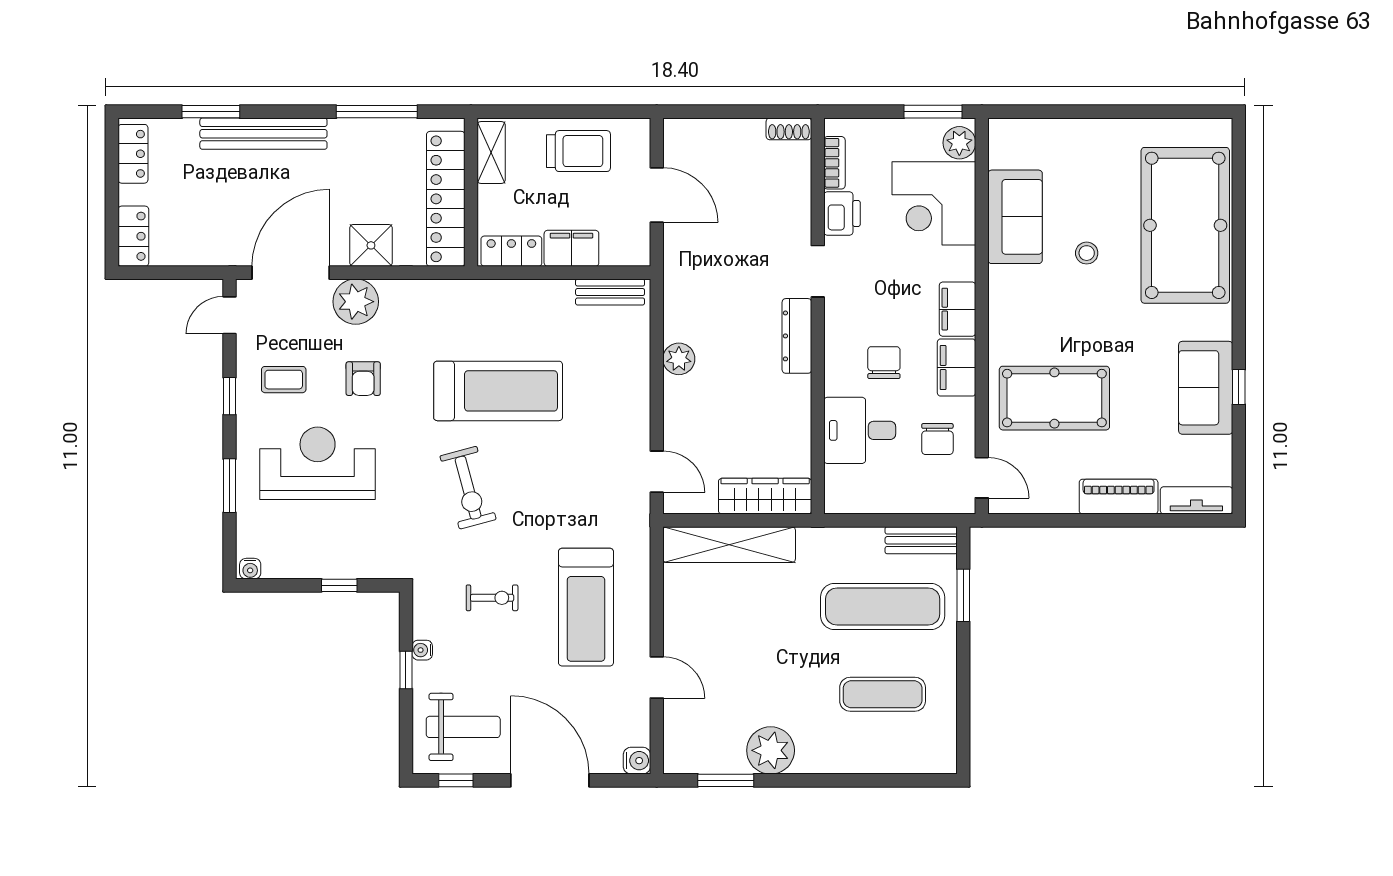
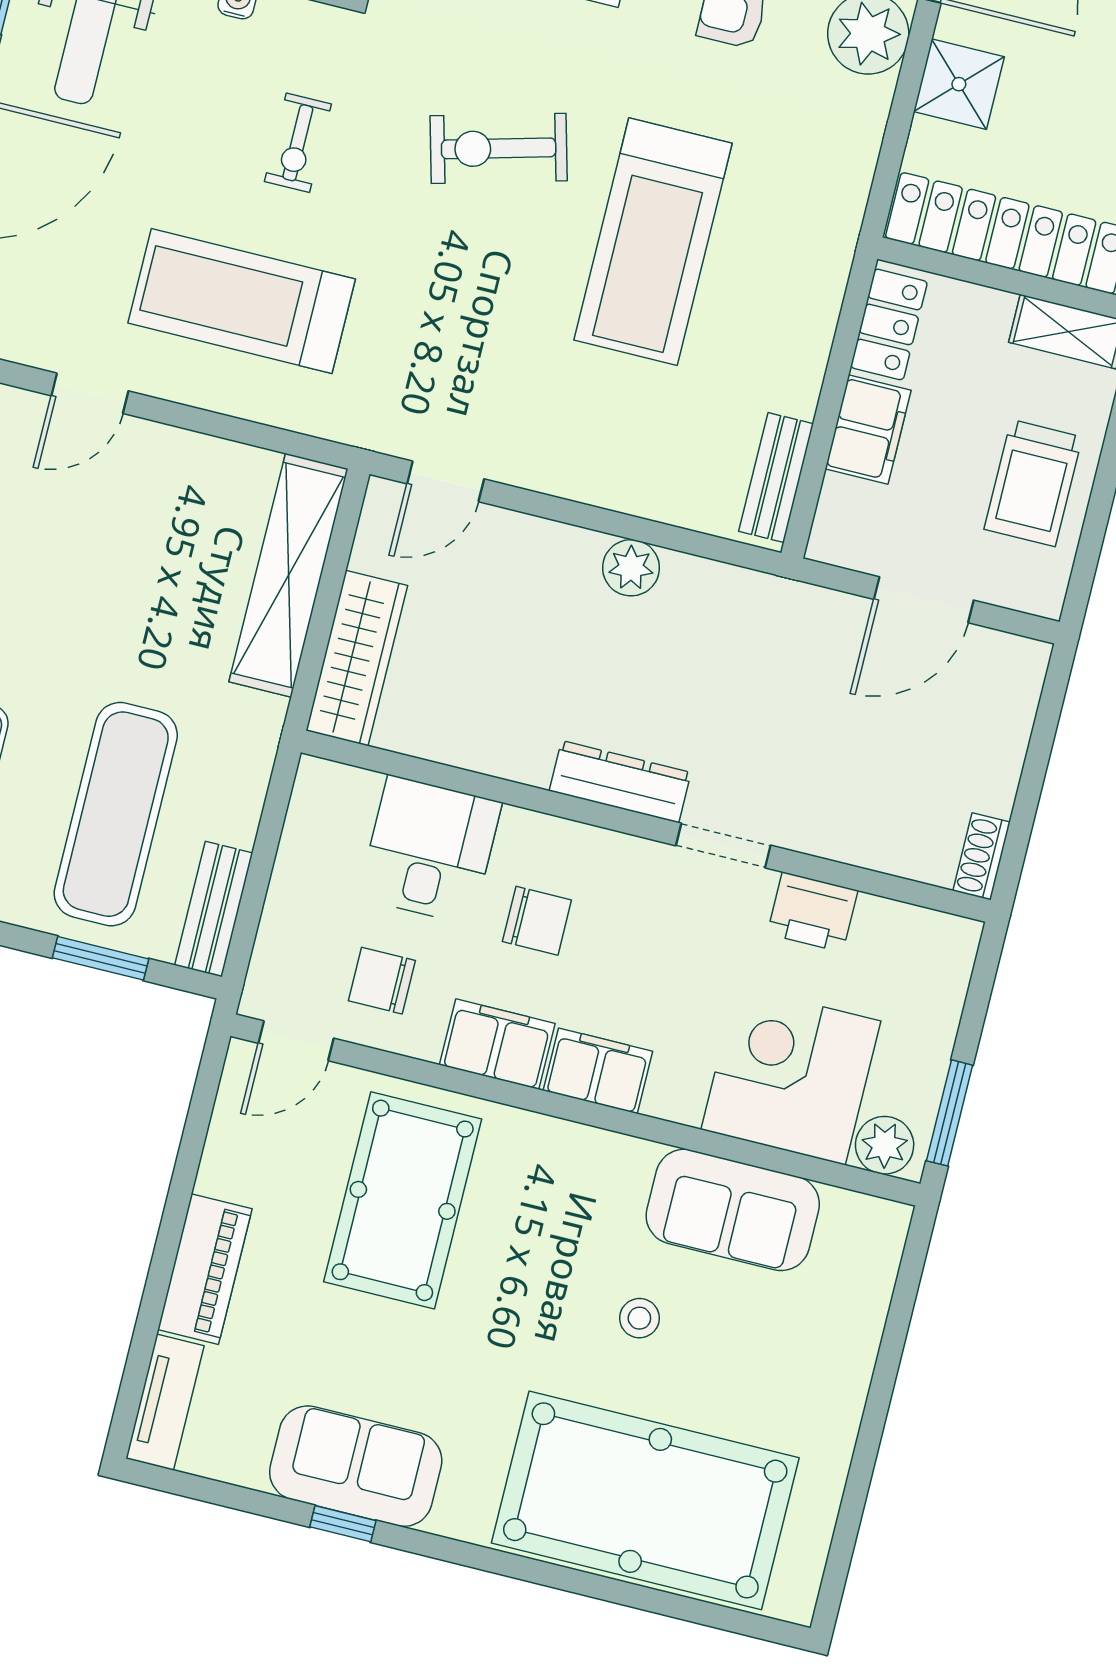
bookcase: (834, 163) -> (903, 921), removed

